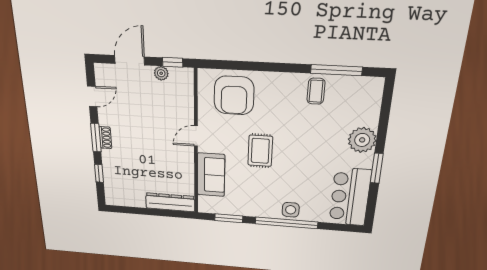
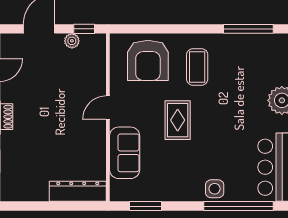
coffee table: (316, 91) -> (197, 67), moved, width x1.36, depth x1.30
window: (286, 223) -> (238, 206), moved

